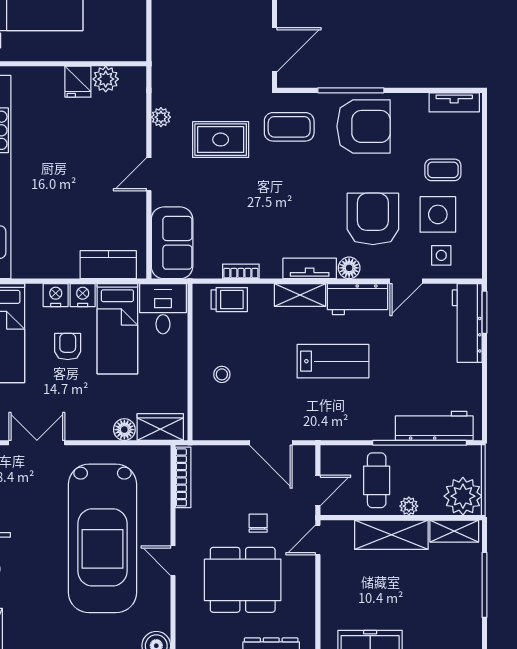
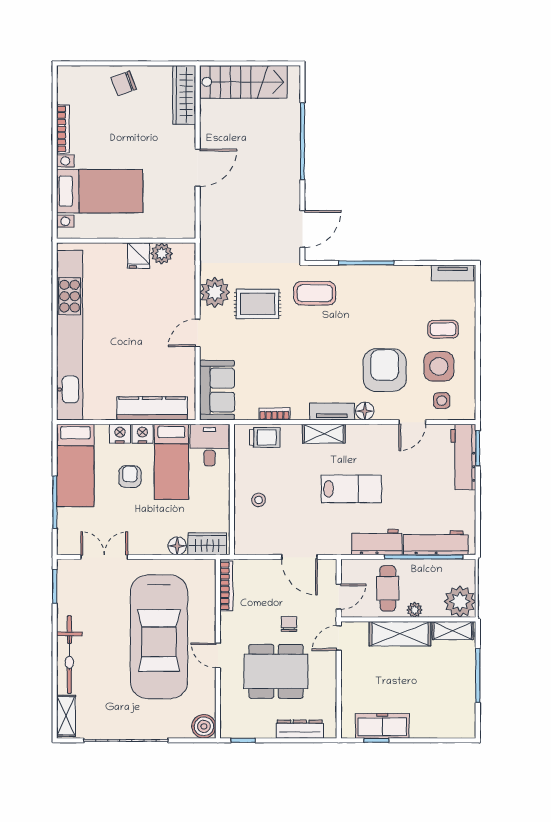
plant: (161, 117) -> (215, 292), width x1.87, depth x1.87
armchair: (364, 126) -> (377, 293), removed
kitchen counter: (108, 265) -> (152, 408), width x1.50
workbench: (358, 299) -> (377, 542), moved, turned 180

